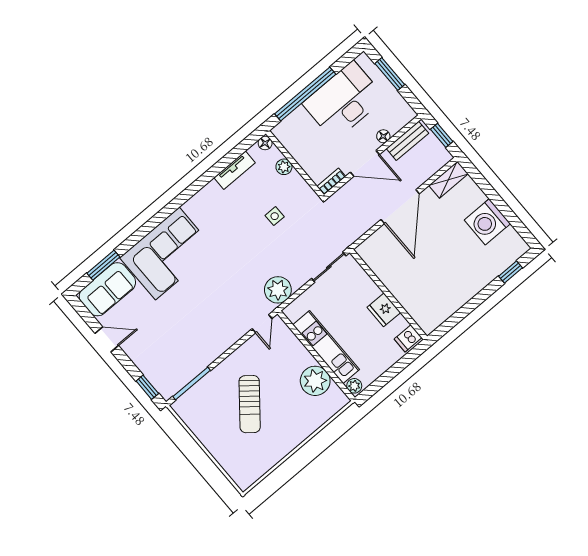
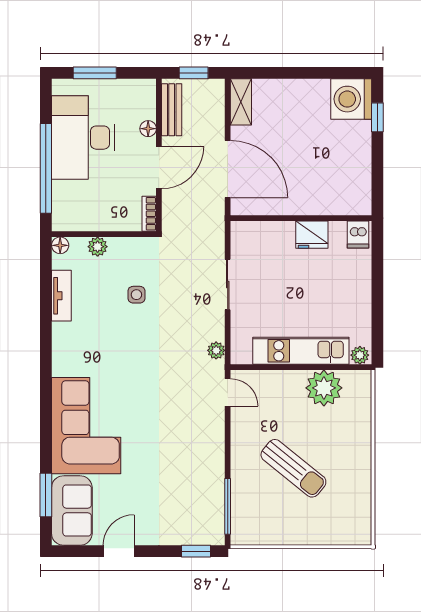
washing machine: (487, 222) -> (351, 99), moved, turned 90
plant: (278, 290) -> (216, 350), width x0.53, depth x0.53
wall: (388, 294) -> (301, 218), moved
fridge: (384, 310) -> (312, 235), moved
dishwasher: (408, 338) -> (358, 235), moved

